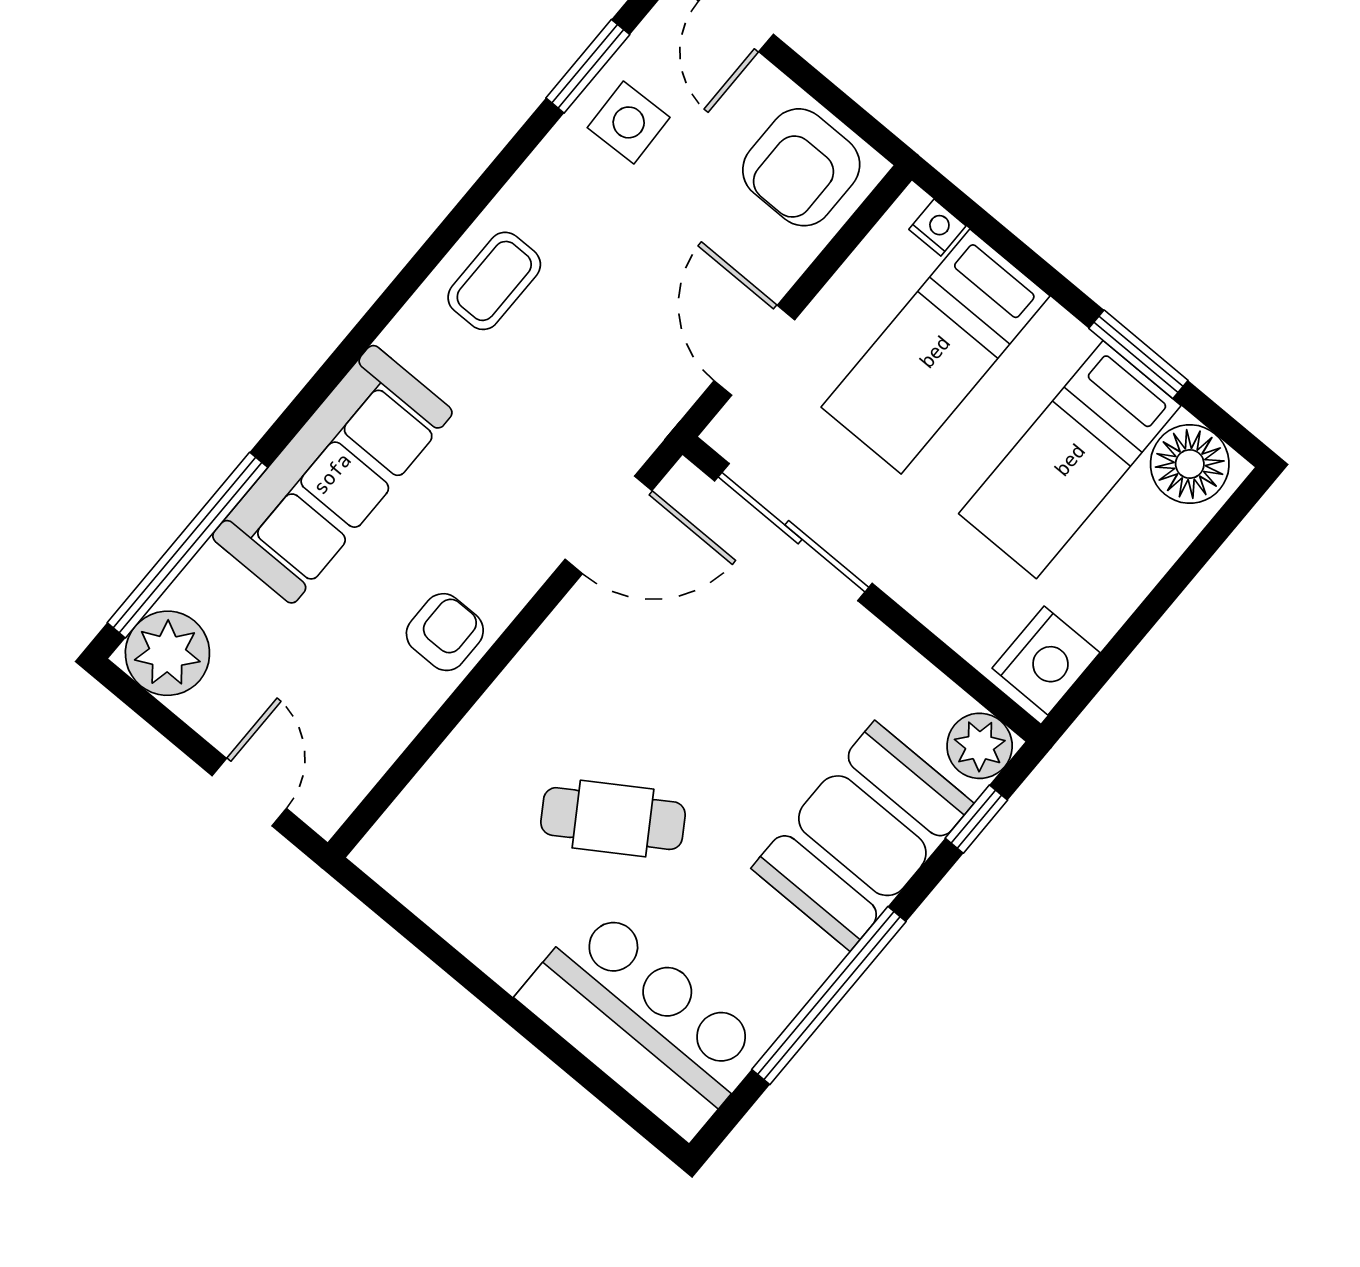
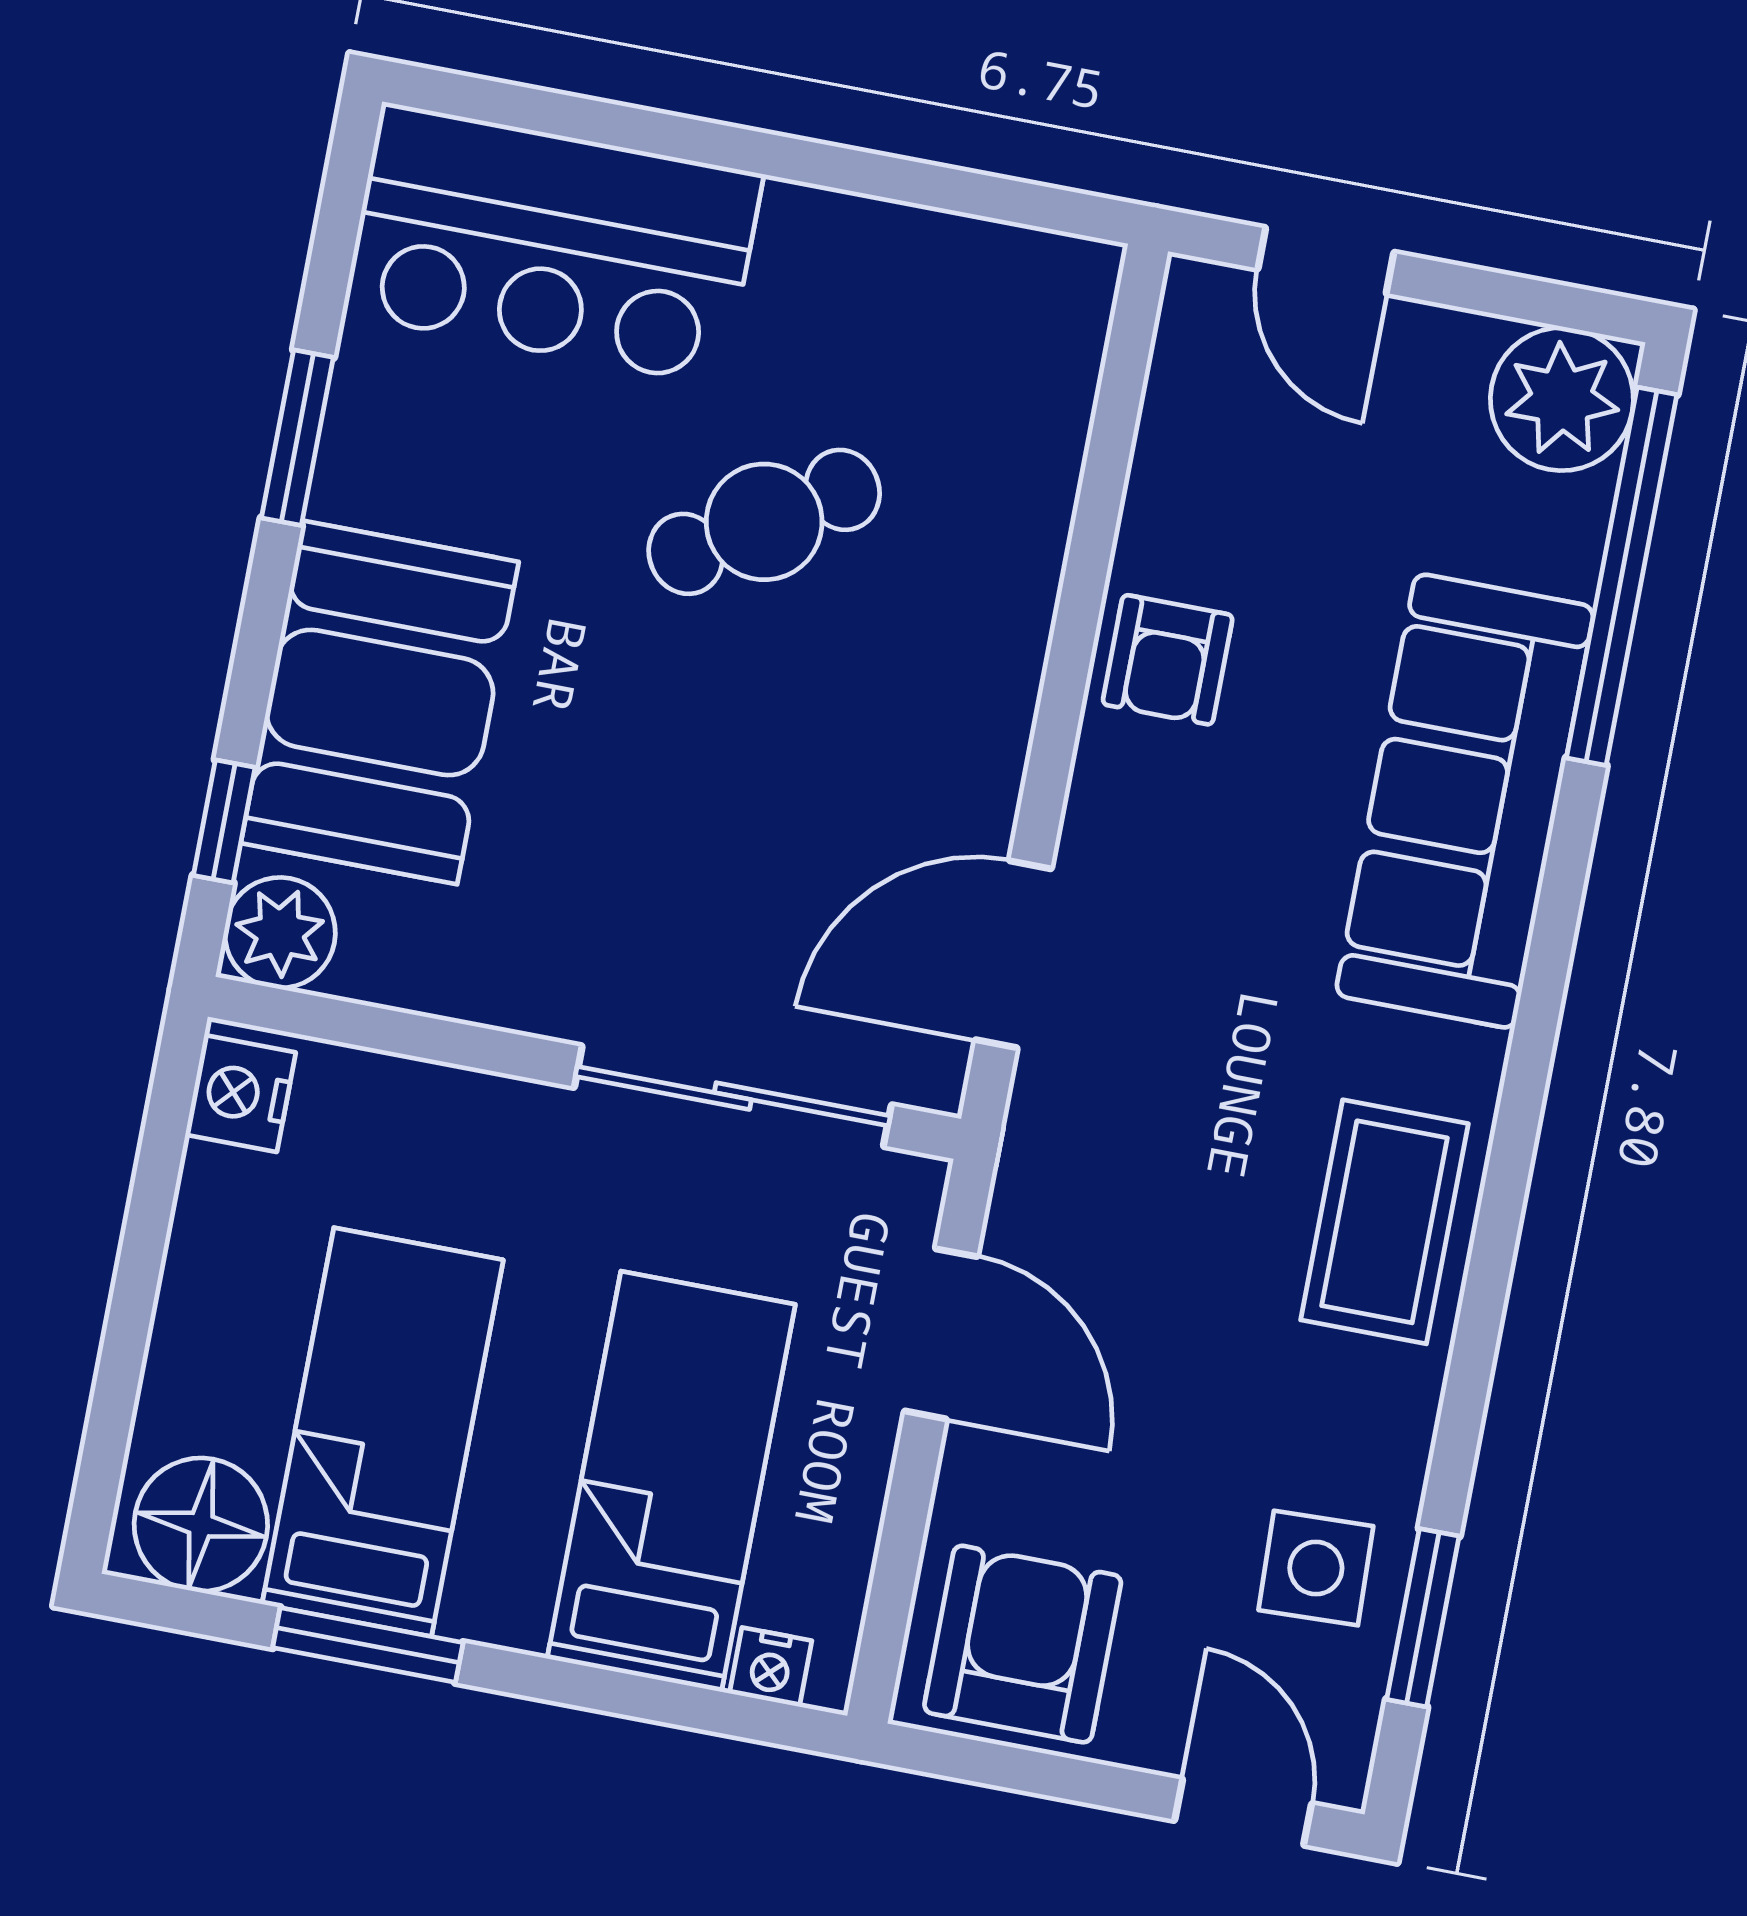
coffee table: (494, 281) -> (1385, 1222), width x1.36, depth x1.30
nightstand: (1046, 660) -> (240, 1094), width x0.74, depth x0.75
window: (829, 996) -> (297, 438), width x0.47

